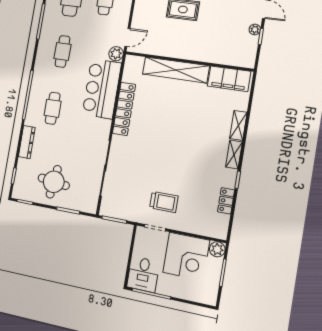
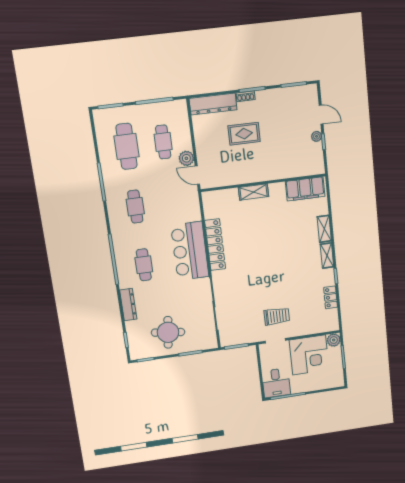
door: (127, 37) -> (197, 175), swing flipped
plant: (116, 54) -> (186, 158), moved
shelving: (176, 70) -> (254, 192), width x0.45, depth x0.75
bar counter: (102, 89) -> (190, 251), moved

